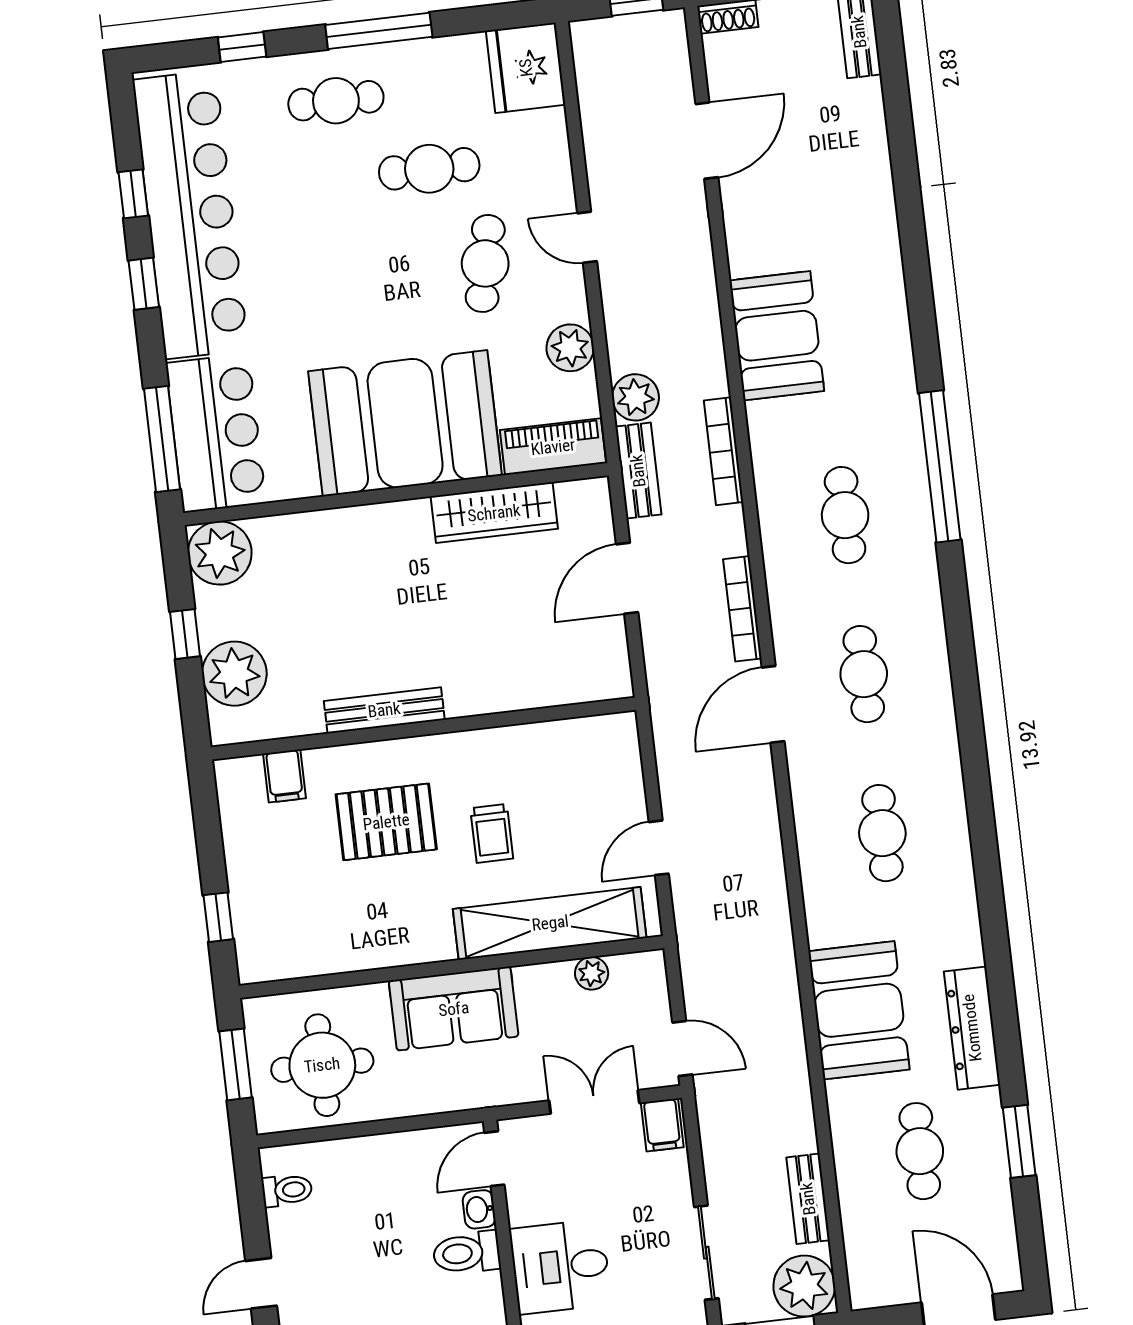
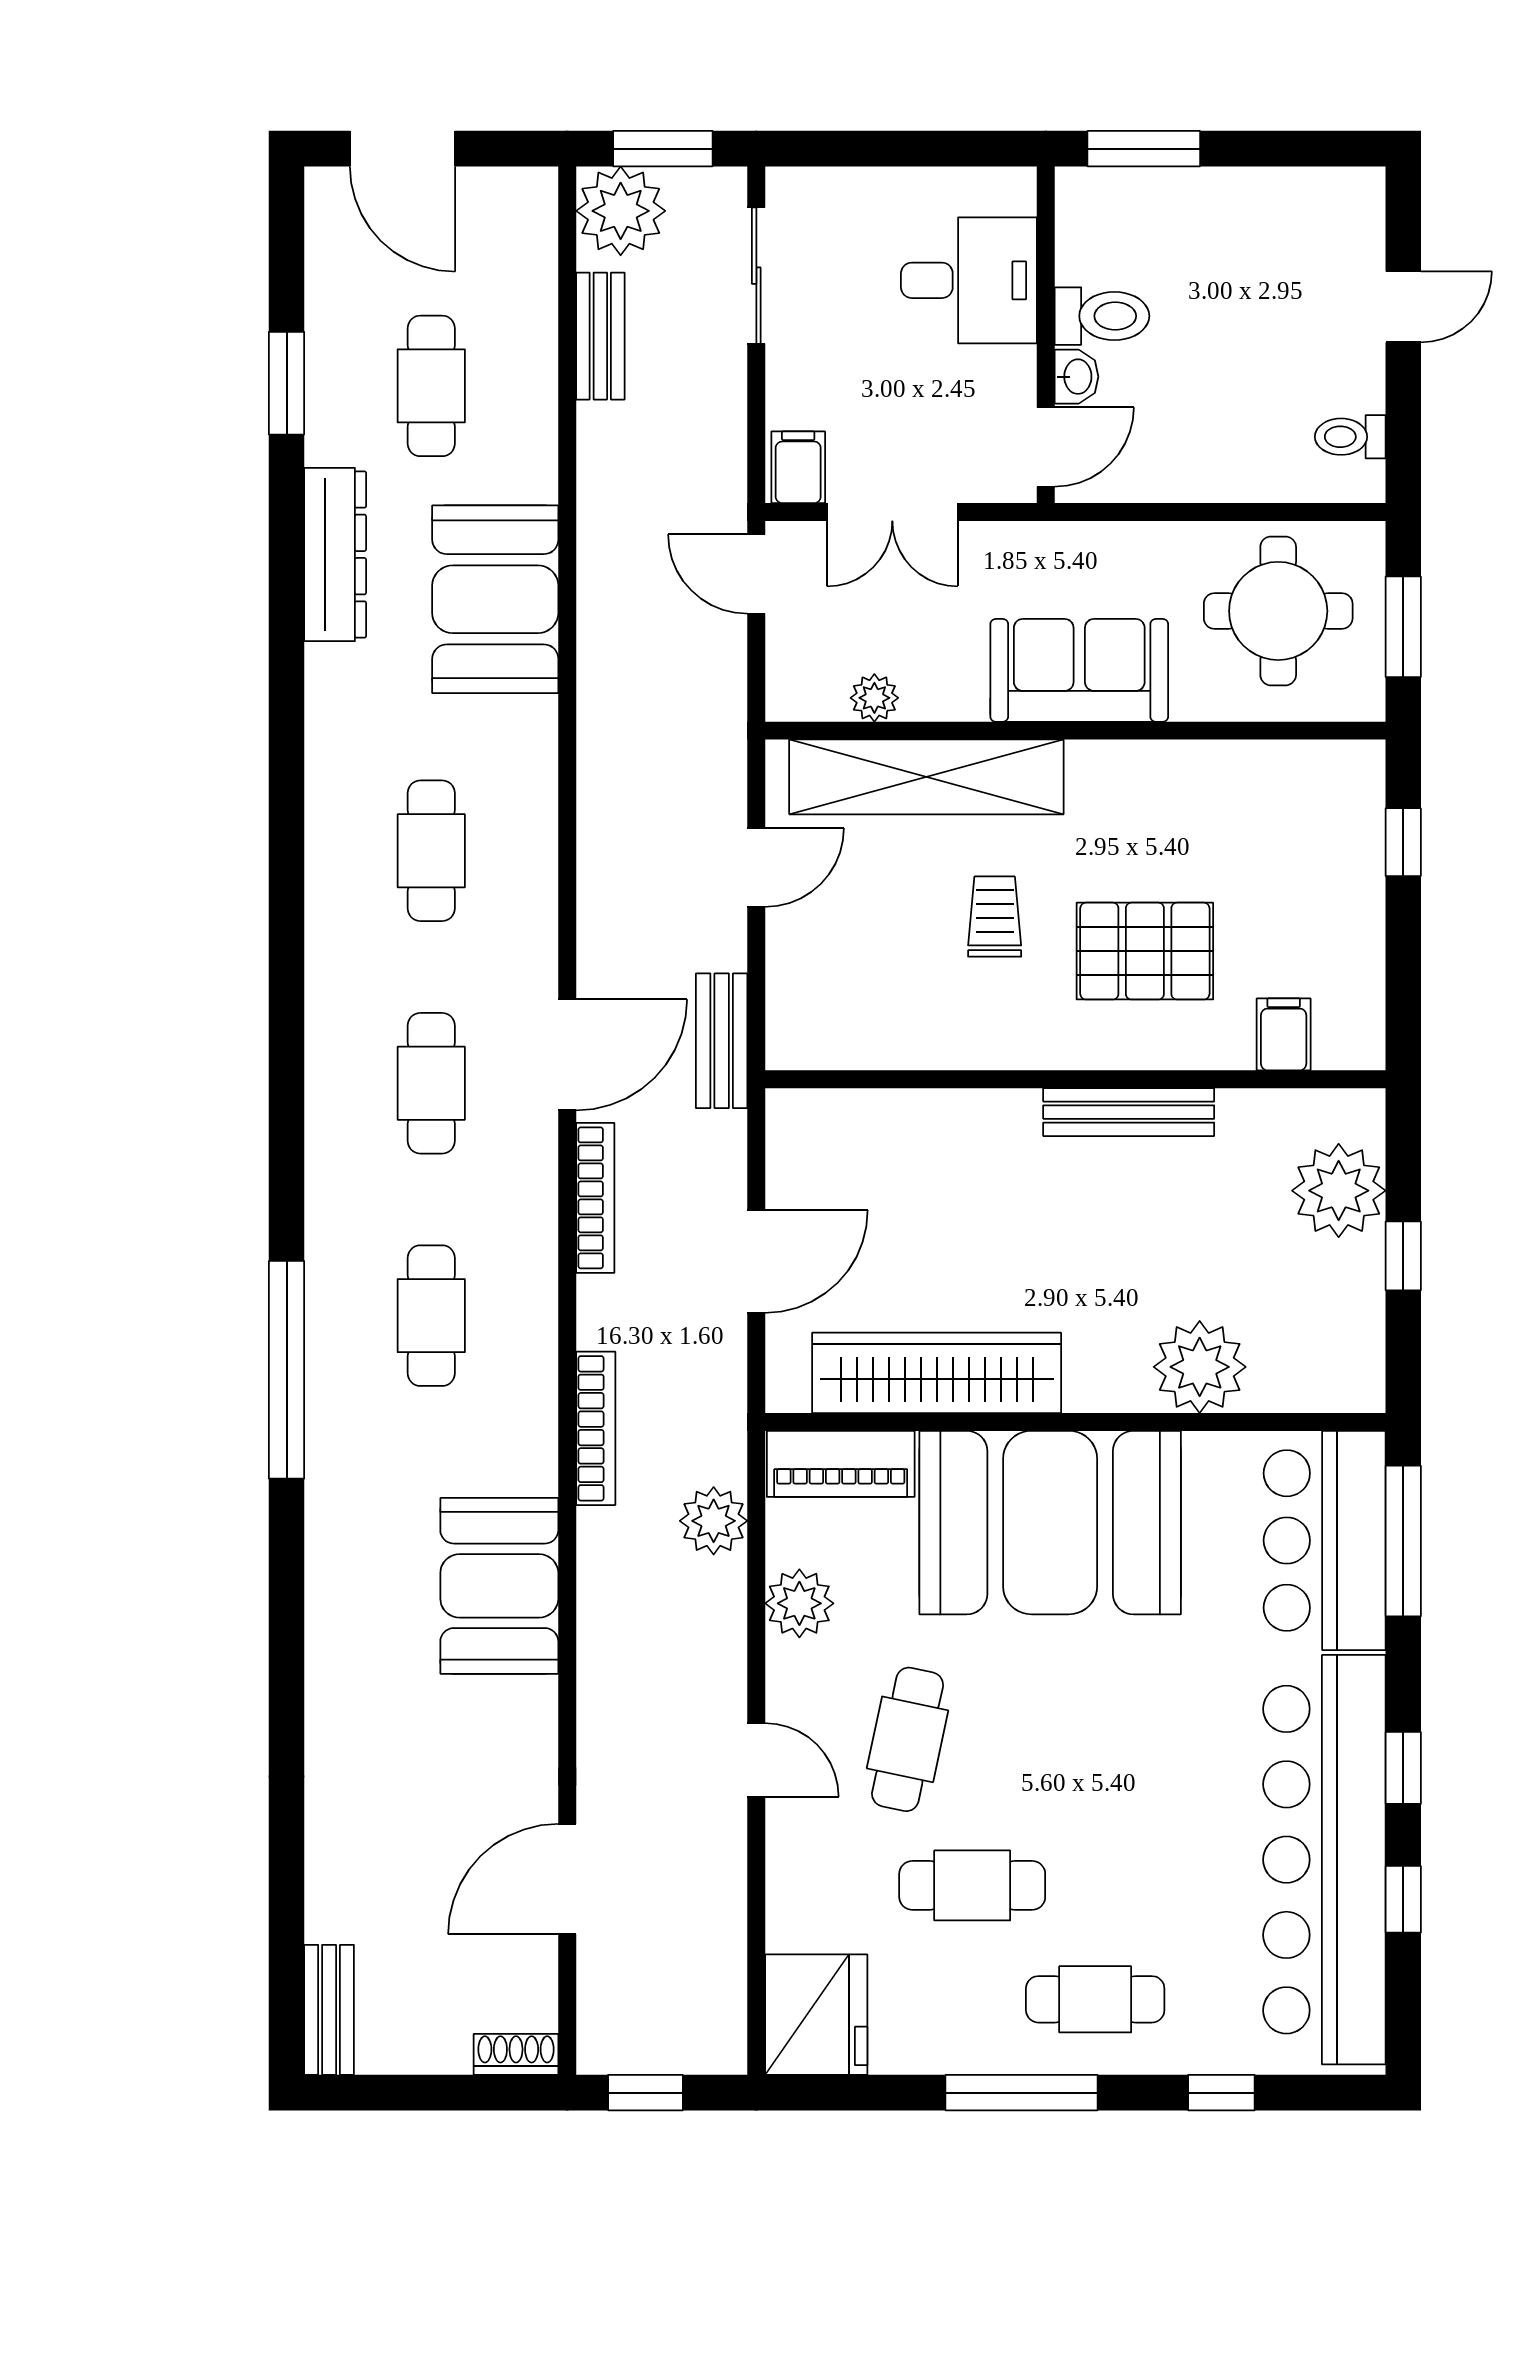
bench: (638, 471) -> (722, 1041), moved
wardrobe: (494, 513) -> (937, 1373), width x1.40, depth x1.17
plant: (220, 553) -> (1200, 1367), moved

